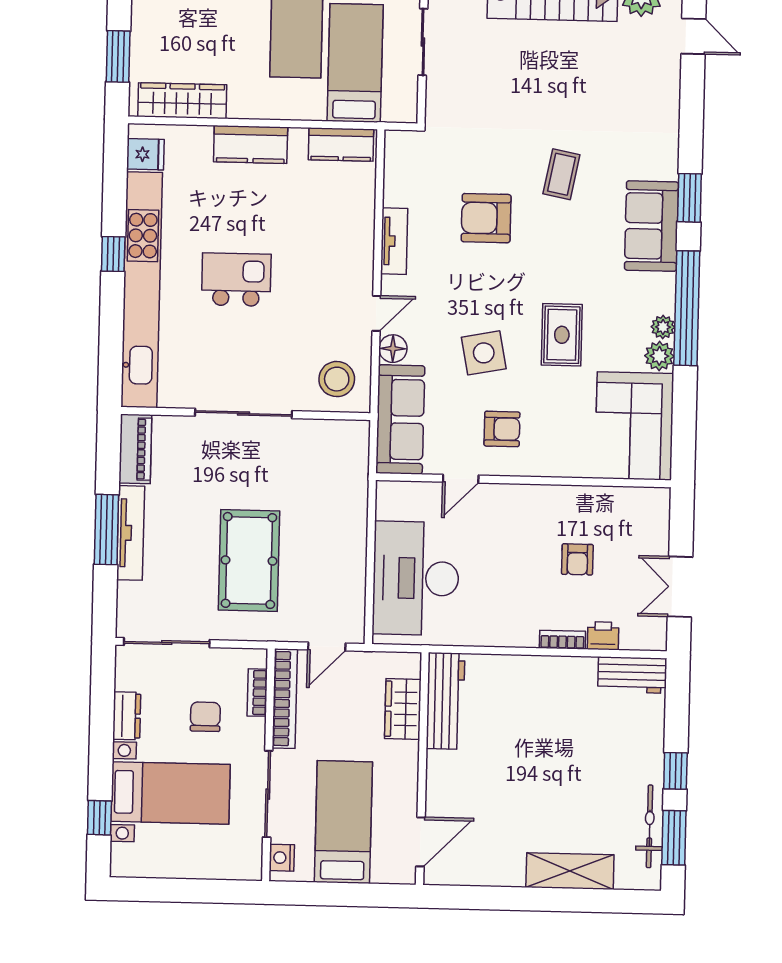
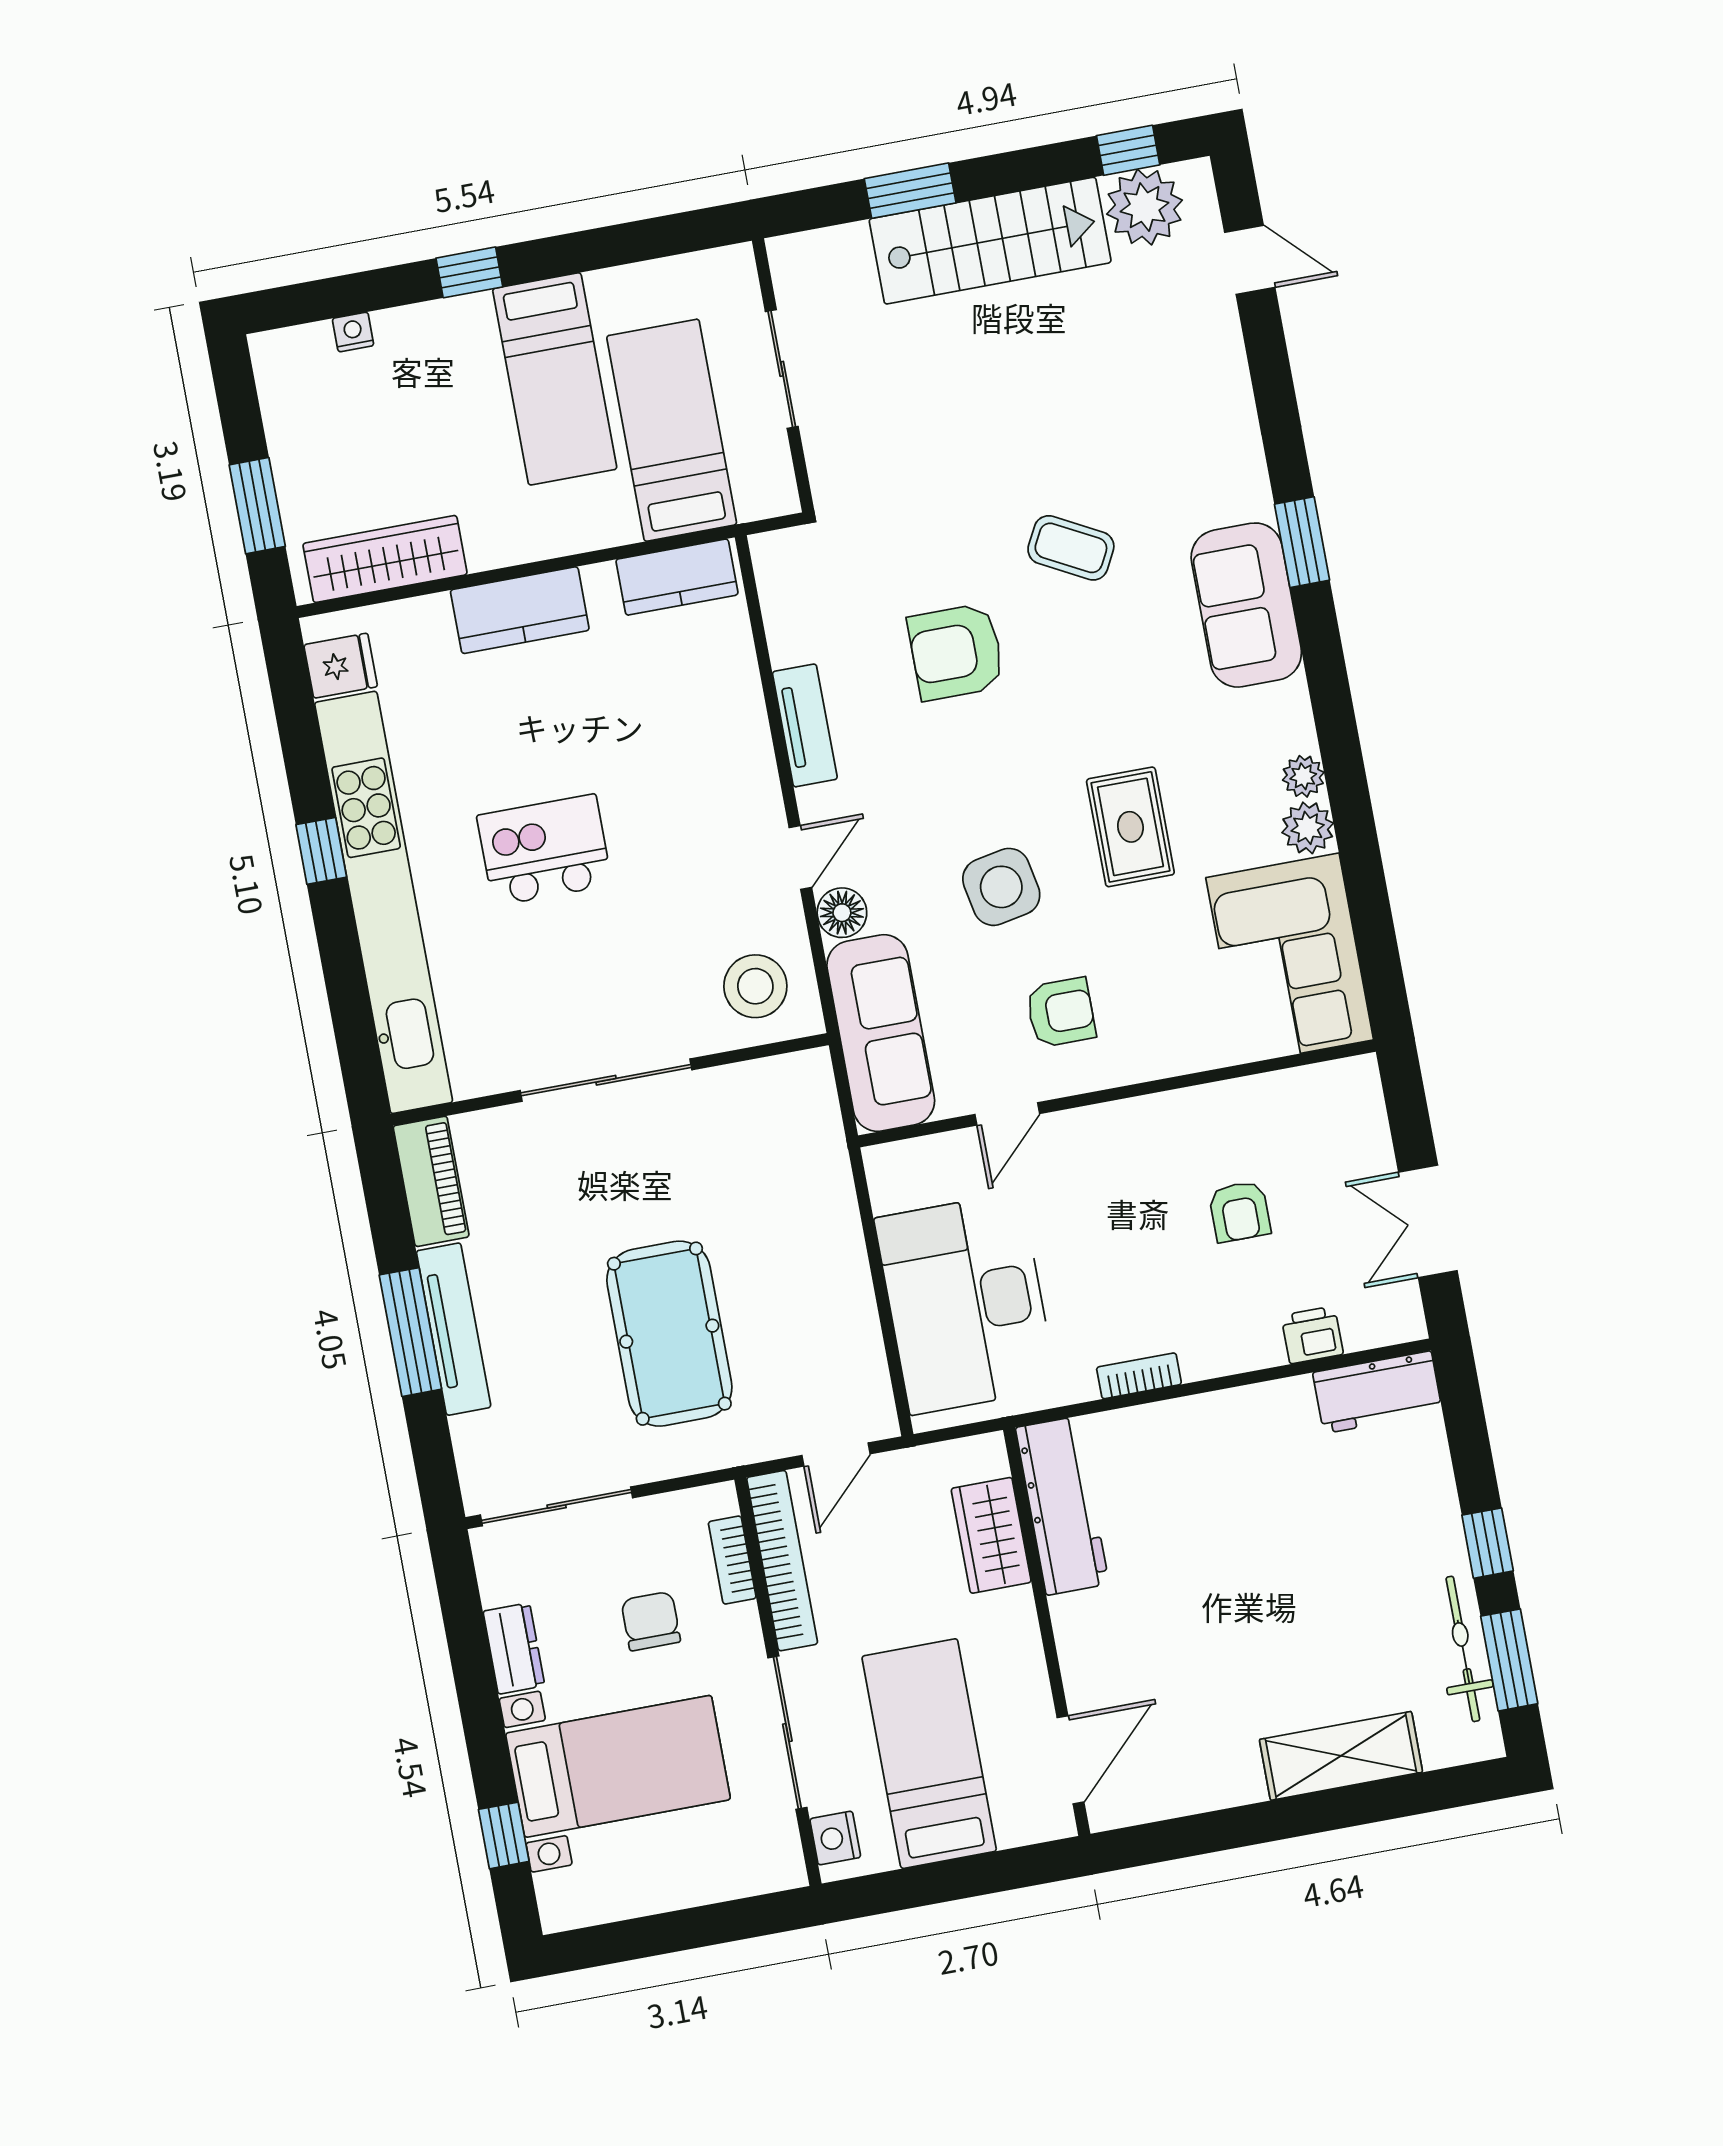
coffee table: (561, 174) -> (1071, 548), turned -73
window: (687, 308) -> (1338, 735), removed
bookcase: (562, 640) -> (1139, 1376), moved

